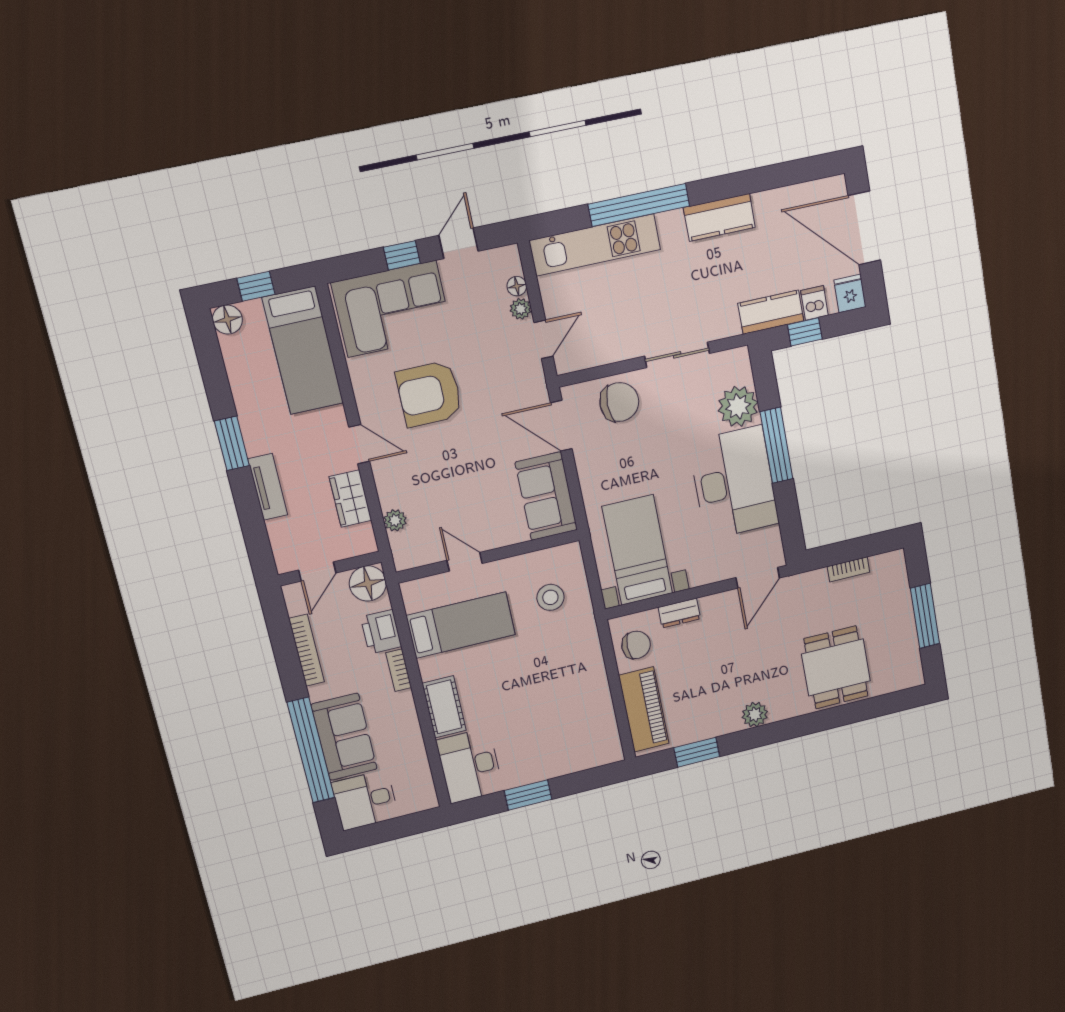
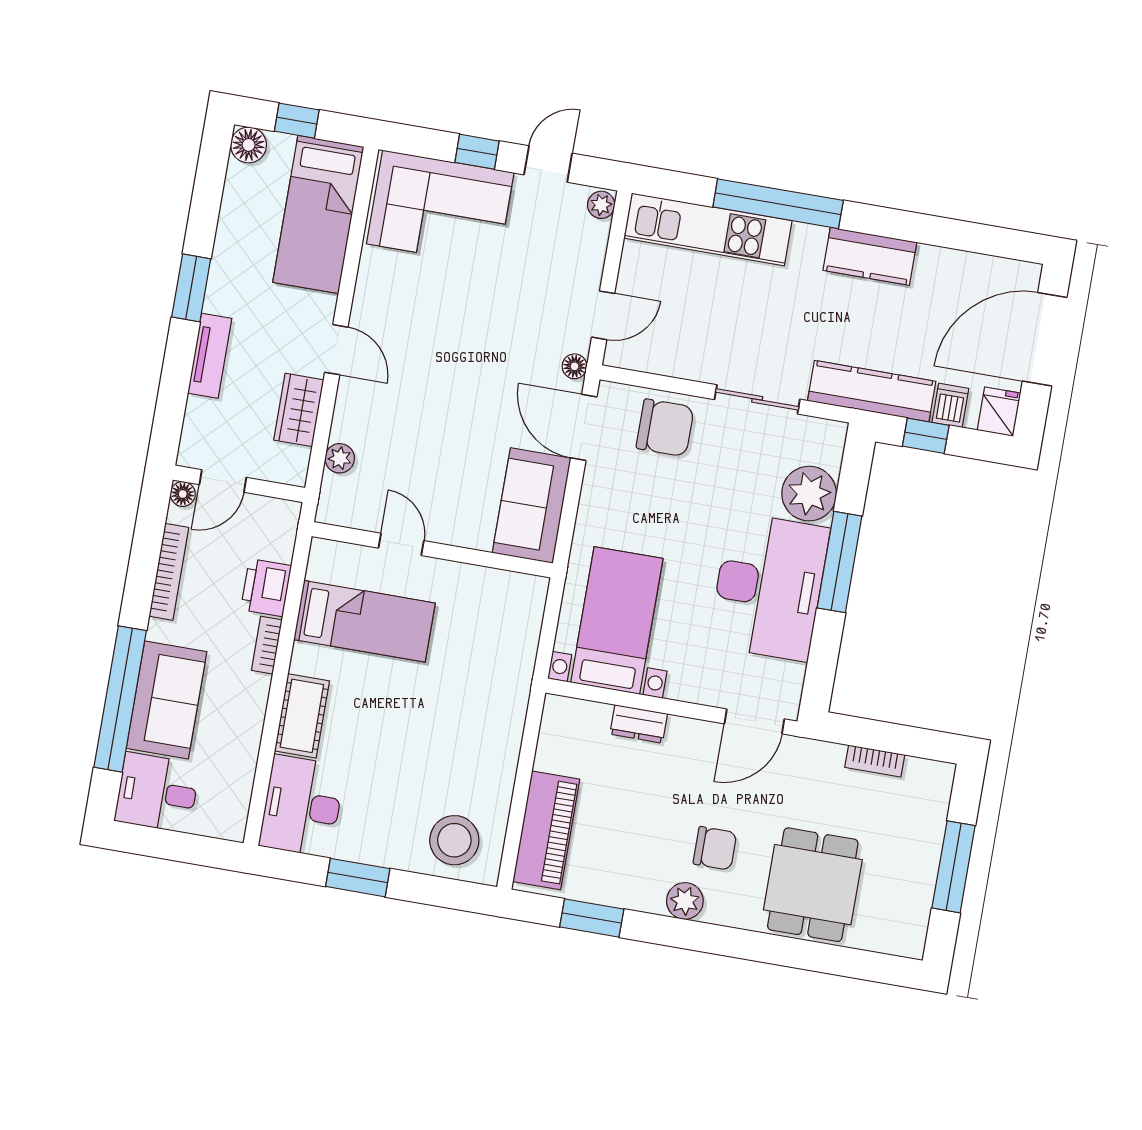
door: (864, 228) -> (1045, 339), hinge flipped
floor lamp: (517, 286) -> (575, 366), moved
plant: (521, 309) -> (601, 205), moved
kitchen counter: (771, 312) -> (872, 391), width x1.50
armchair: (429, 394) -> (443, 324), removed
floor lamp: (368, 583) -> (183, 494), moved, width x0.53, depth x0.53
stool: (550, 597) -> (454, 840), moved, width x1.38, depth x1.38
chair: (636, 645) -> (715, 848), moved

